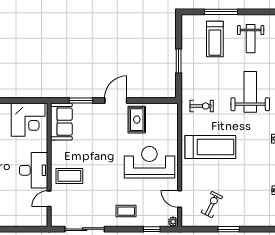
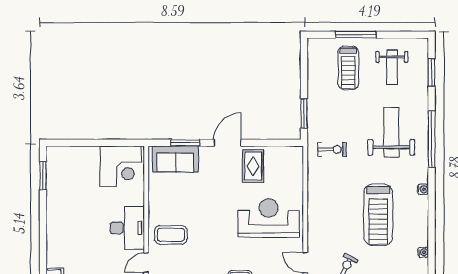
window: (179, 61) -> (304, 114), moved
sofa: (61, 122) -> (175, 159), moved, turned 90
treadmill: (210, 147) -> (378, 215), moved, turned 90

